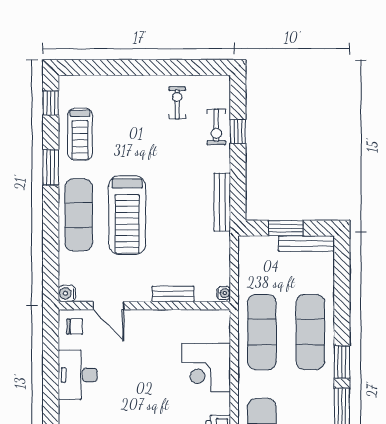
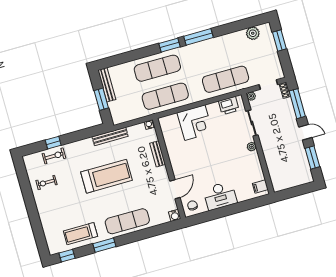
treadmill: (80, 134) -> (80, 234), turned 180
bench: (222, 202) -> (110, 136), moved
treadmill: (127, 215) -> (107, 176), moved

